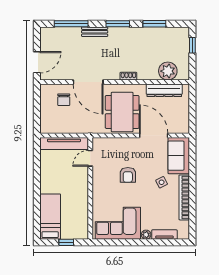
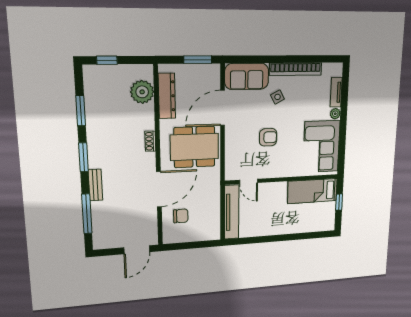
door: (37, 62) -> (137, 250), swing flipped
window: (192, 115) -> (198, 60), added
bed: (50, 217) -> (312, 191), moved

